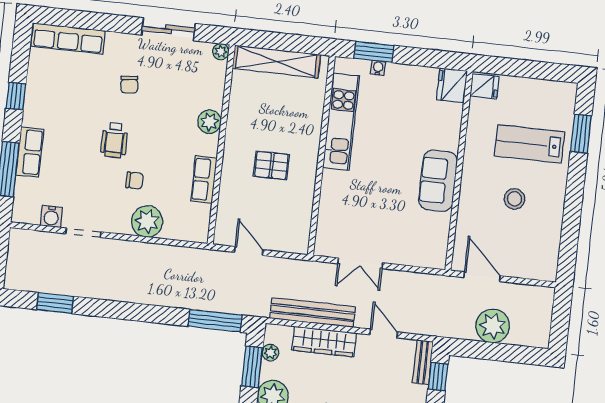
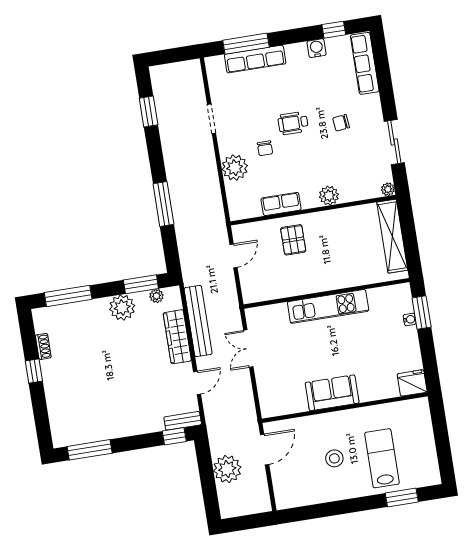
fridge: (484, 86) -> (418, 409), removed
window: (16, 96) -> (334, 30), moved
kitchen unit: (341, 122) -> (328, 306), moved
row of seats: (30, 152) -> (255, 59), width x1.48
pallet: (271, 165) -> (293, 240), moved
water cooler: (51, 216) -> (316, 48), moved, turned 90
window: (215, 321) -> (163, 204), moved

